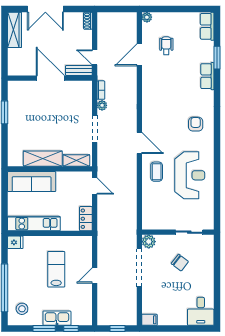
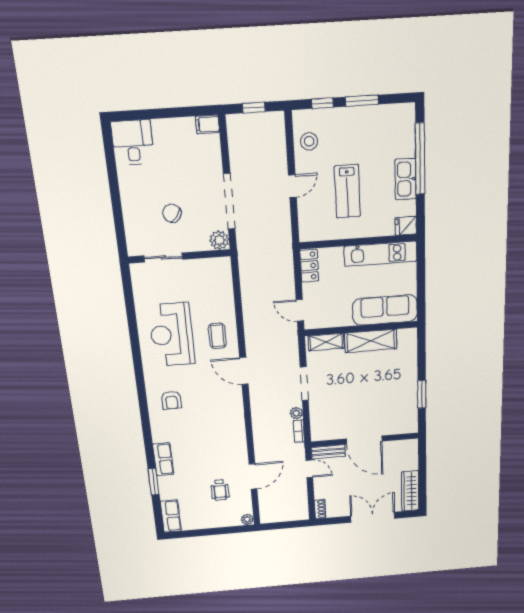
stool: (22, 309) -> (309, 141), moved
kitchen sink: (57, 318) -> (406, 179), moved, turned 90

